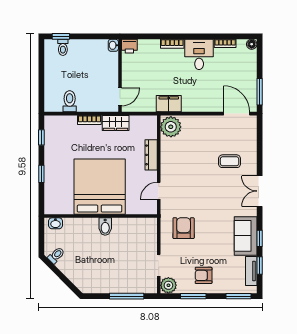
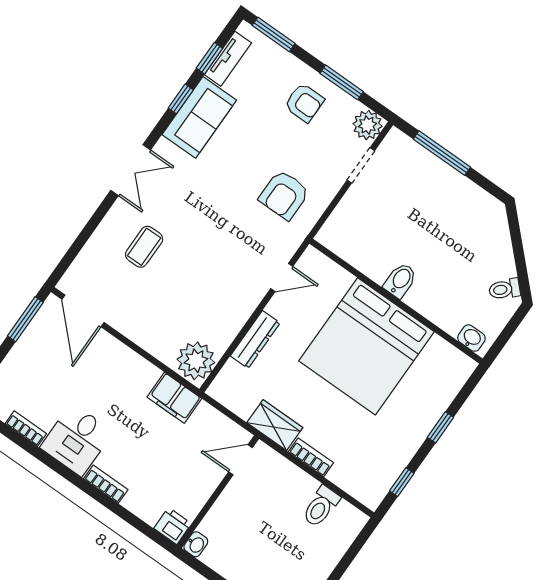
coffee table: (230, 161) -> (144, 247), turned 90

